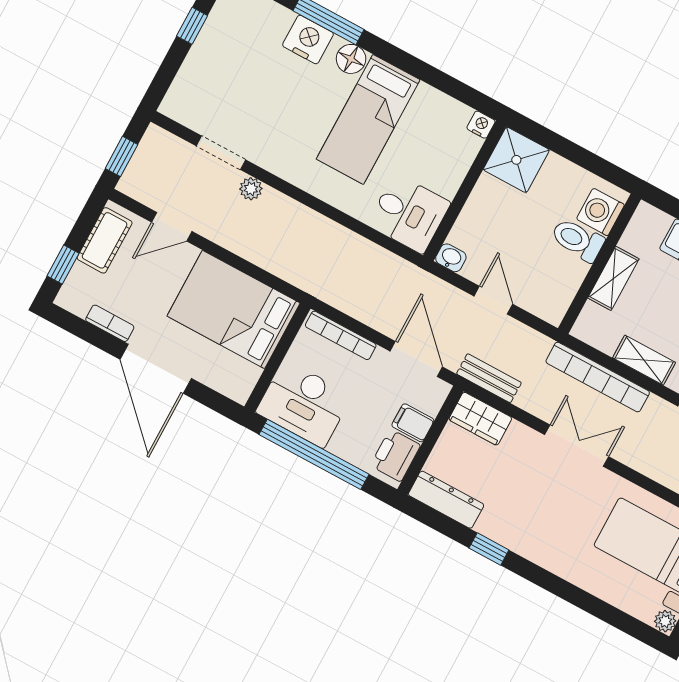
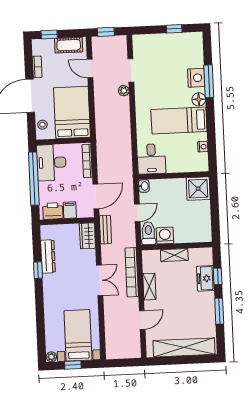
nightstand: (481, 125) -> (203, 147), moved
washing machine: (600, 212) -> (165, 236), moved
toilet: (578, 240) -> (148, 233), moved
stool: (223, 378) -> (42, 125), added
dresser: (446, 500) -> (48, 256), moved

